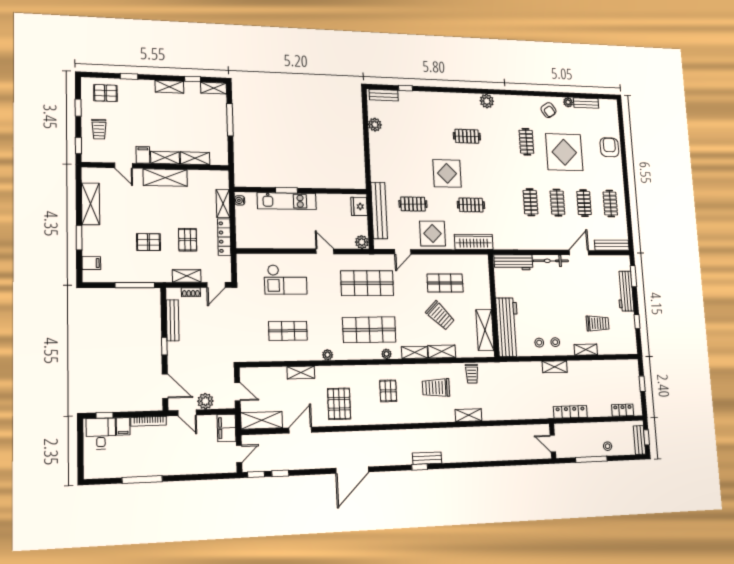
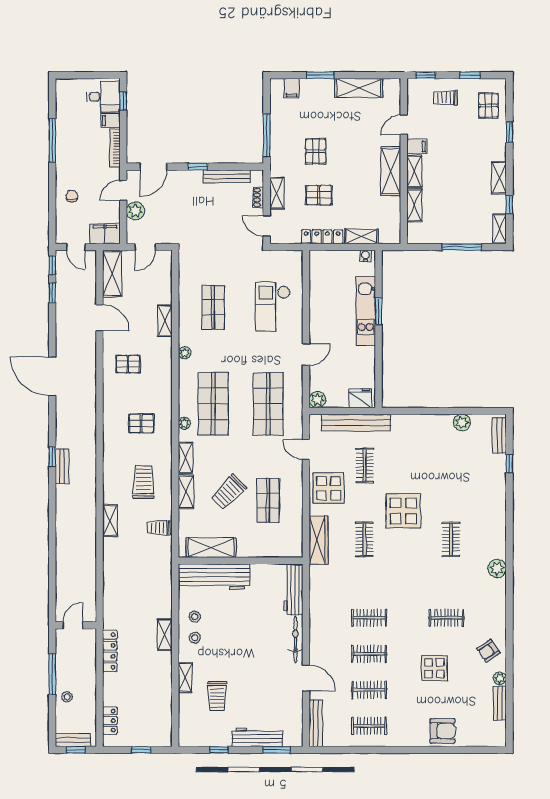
display table: (564, 152) -> (434, 668), width x0.54, depth x0.54
pallet: (339, 404) -> (128, 364), width x0.67, depth x0.71
chair: (193, 459) -> (72, 196), added

